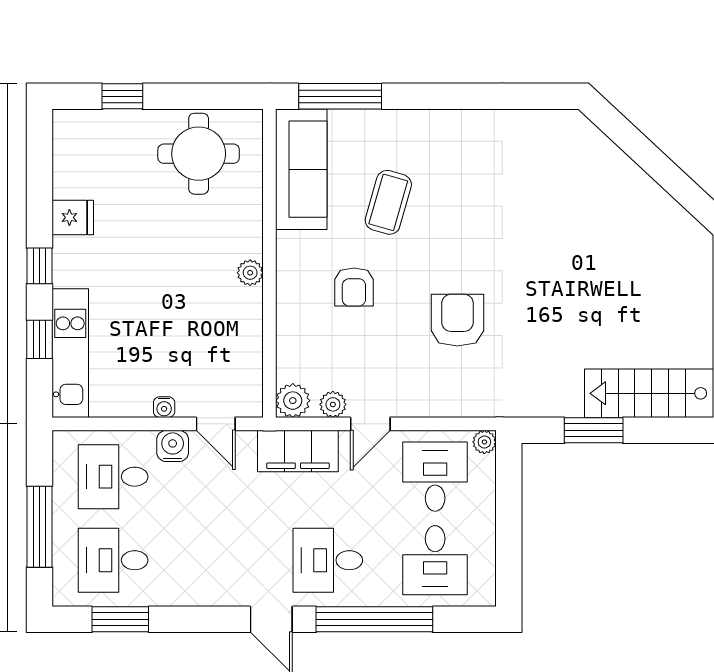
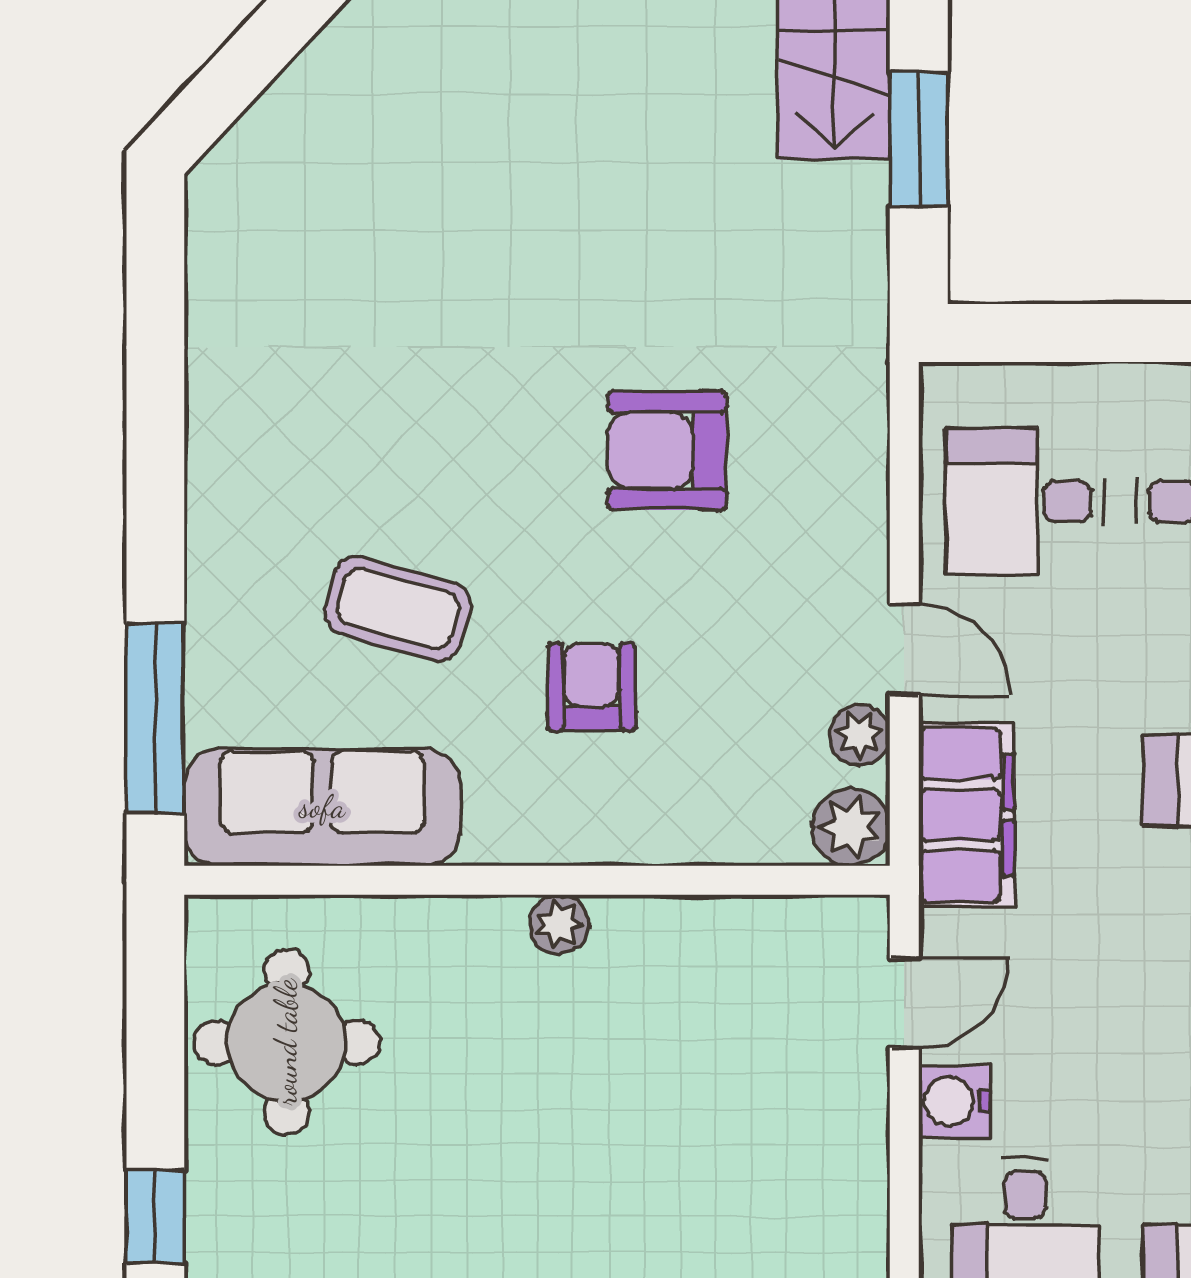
armchair: (354, 287) -> (591, 687), turned -90
water cooler: (164, 407) -> (866, 1121), removed
plant: (484, 442) -> (946, 389), removed

